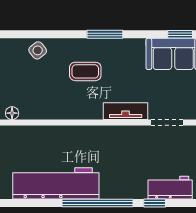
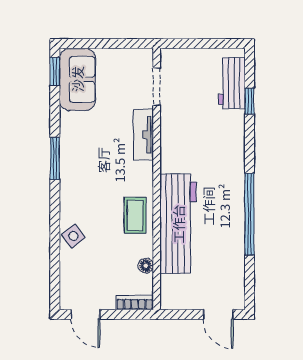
coffee table: (85, 71) -> (135, 215), moved
workbench: (56, 183) -> (178, 224), moved, turned 180
window: (98, 203) -> (250, 214), moved

